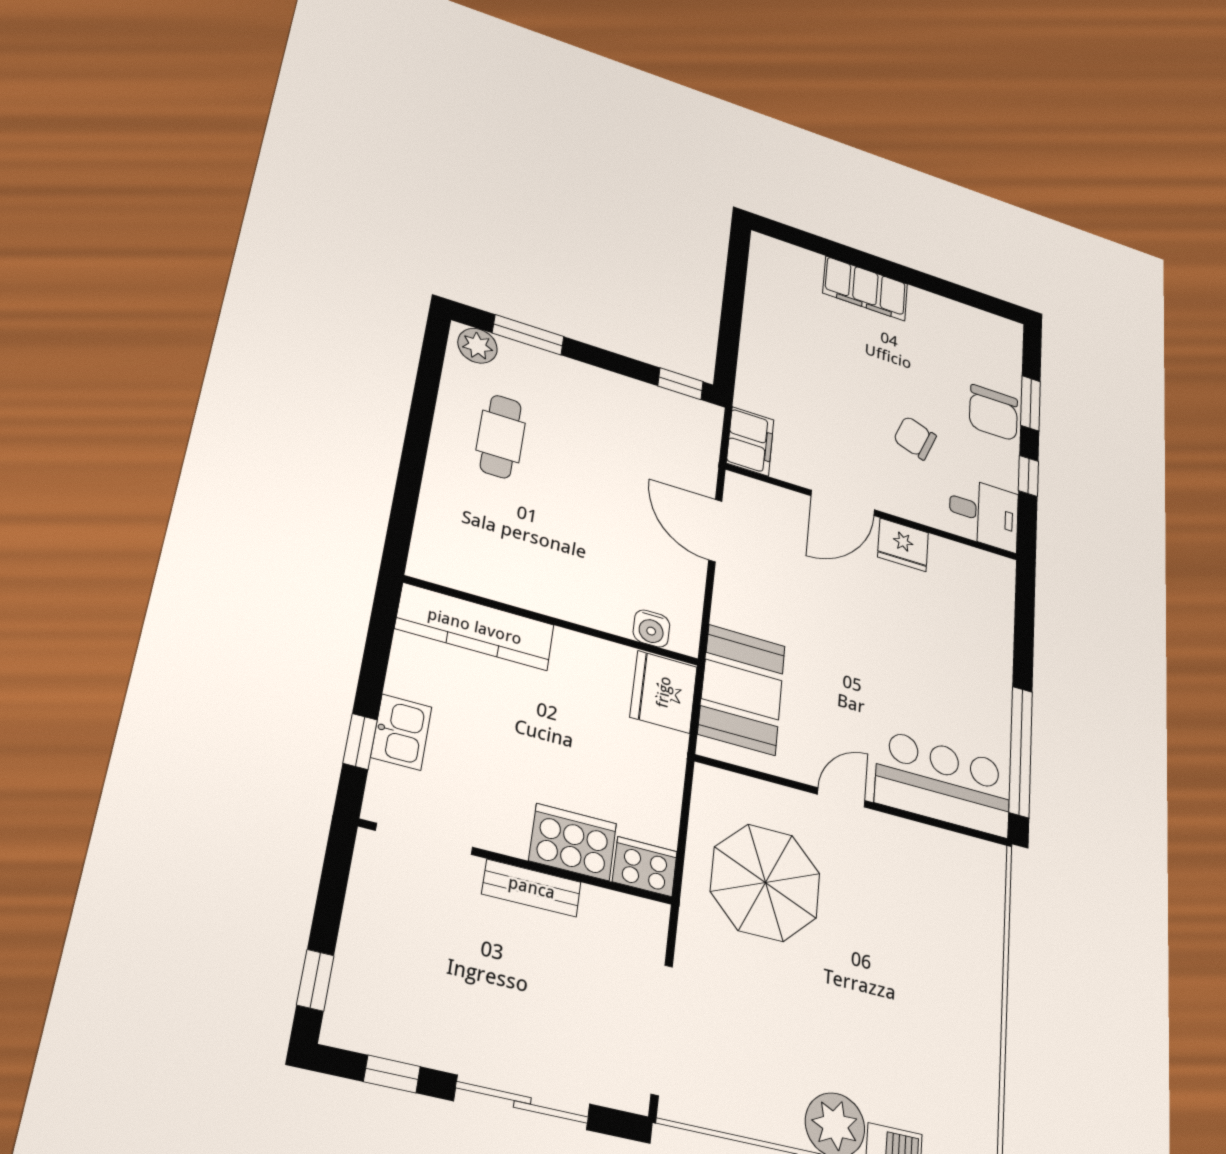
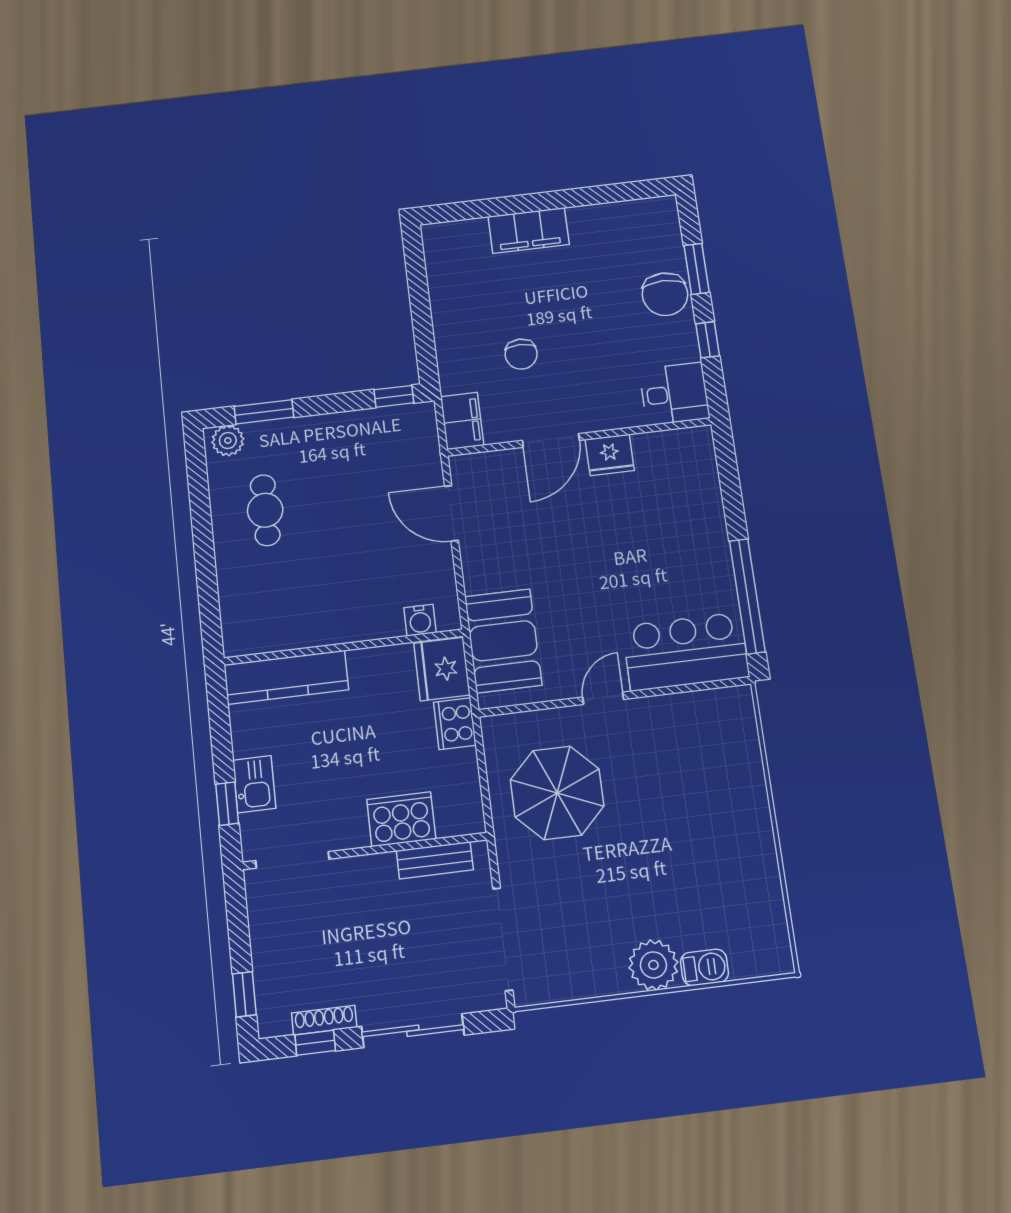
chair: (915, 438) -> (521, 354), moved, turned -110
cooker: (645, 867) -> (455, 724), moved, turned -90
bench: (532, 888) -> (435, 860), moved
shoe rack: (411, 1049) -> (324, 1020), added

